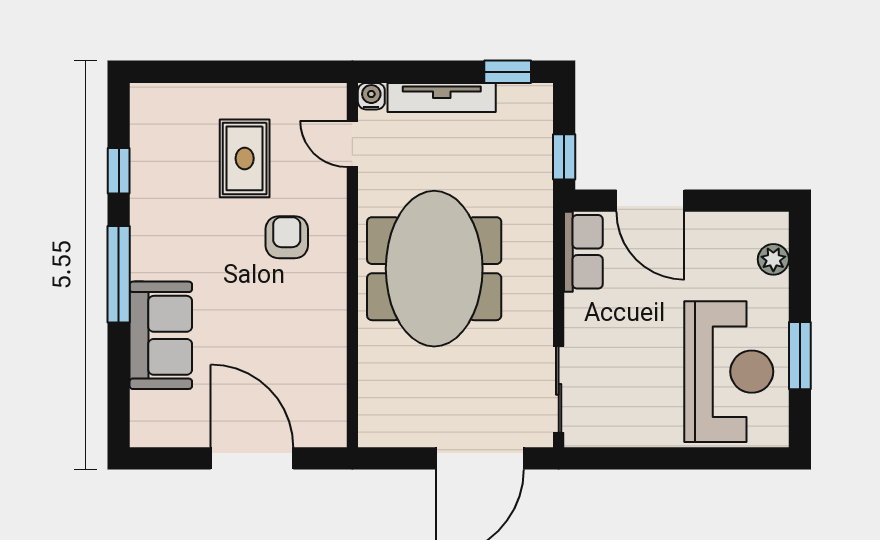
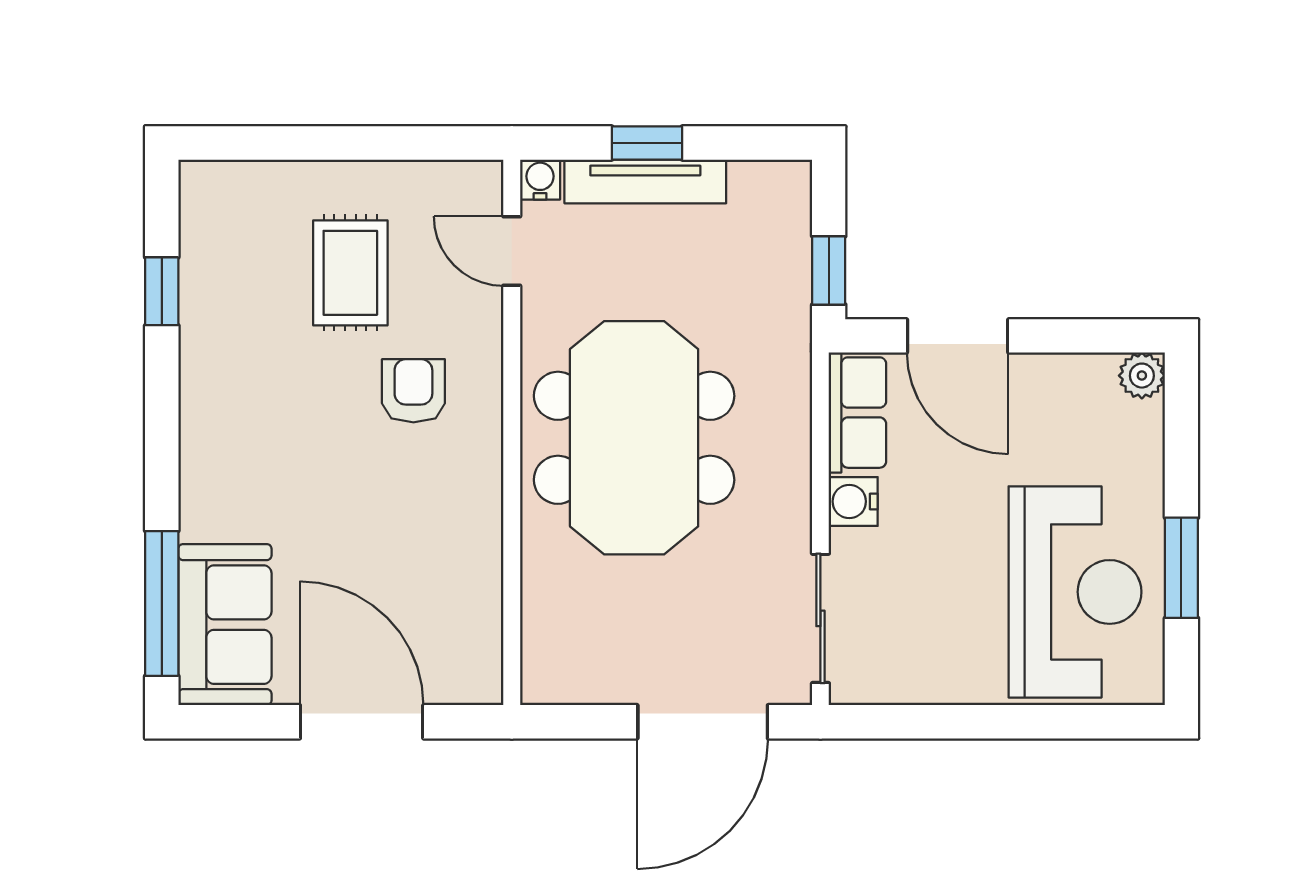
window: (508, 72) -> (647, 143), moved
plant: (773, 259) -> (1142, 376), moved
window: (119, 274) -> (162, 603), moved
water cooler: (581, 311) -> (853, 501), added
sofa: (161, 335) -> (225, 625), moved

